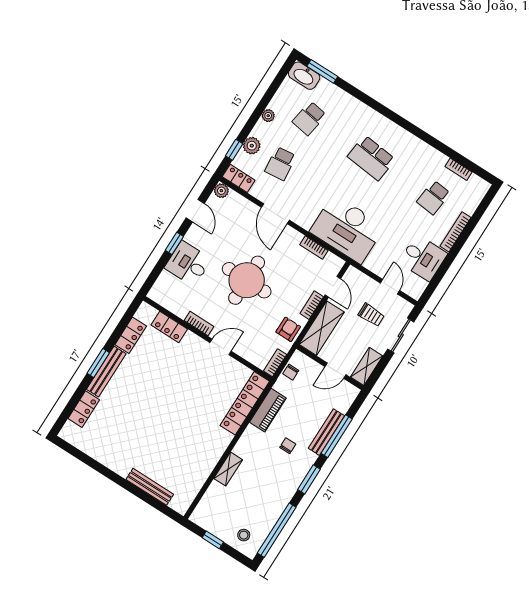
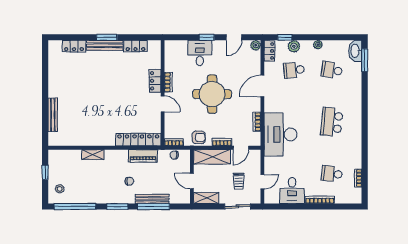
locker: (169, 327) -> (155, 81), moved

